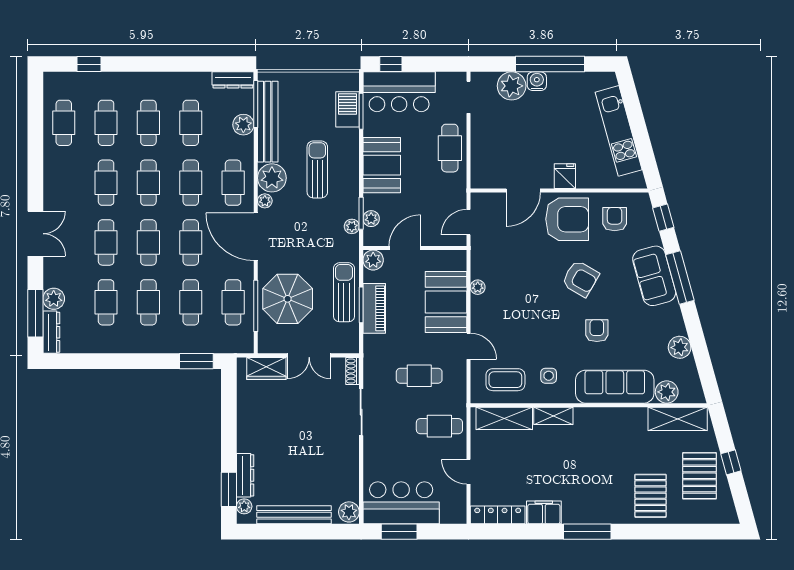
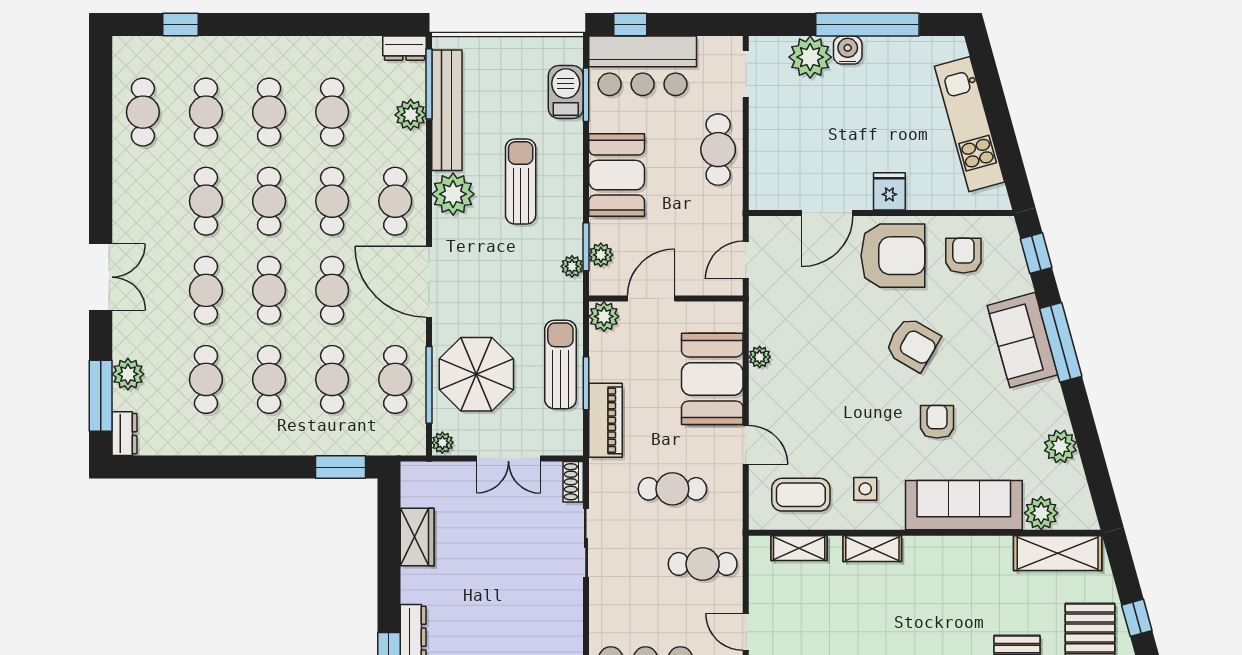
dresser: (233, 80) -> (404, 48), width x0.70
plant: (265, 201) -> (442, 443), moved
piano: (374, 308) -> (605, 420), moved
dresser: (51, 332) -> (124, 434), width x0.70
wardrobe: (266, 369) -> (417, 537), moved, turned -90
shelving: (504, 418) -> (799, 548), width x0.67, depth x0.75

